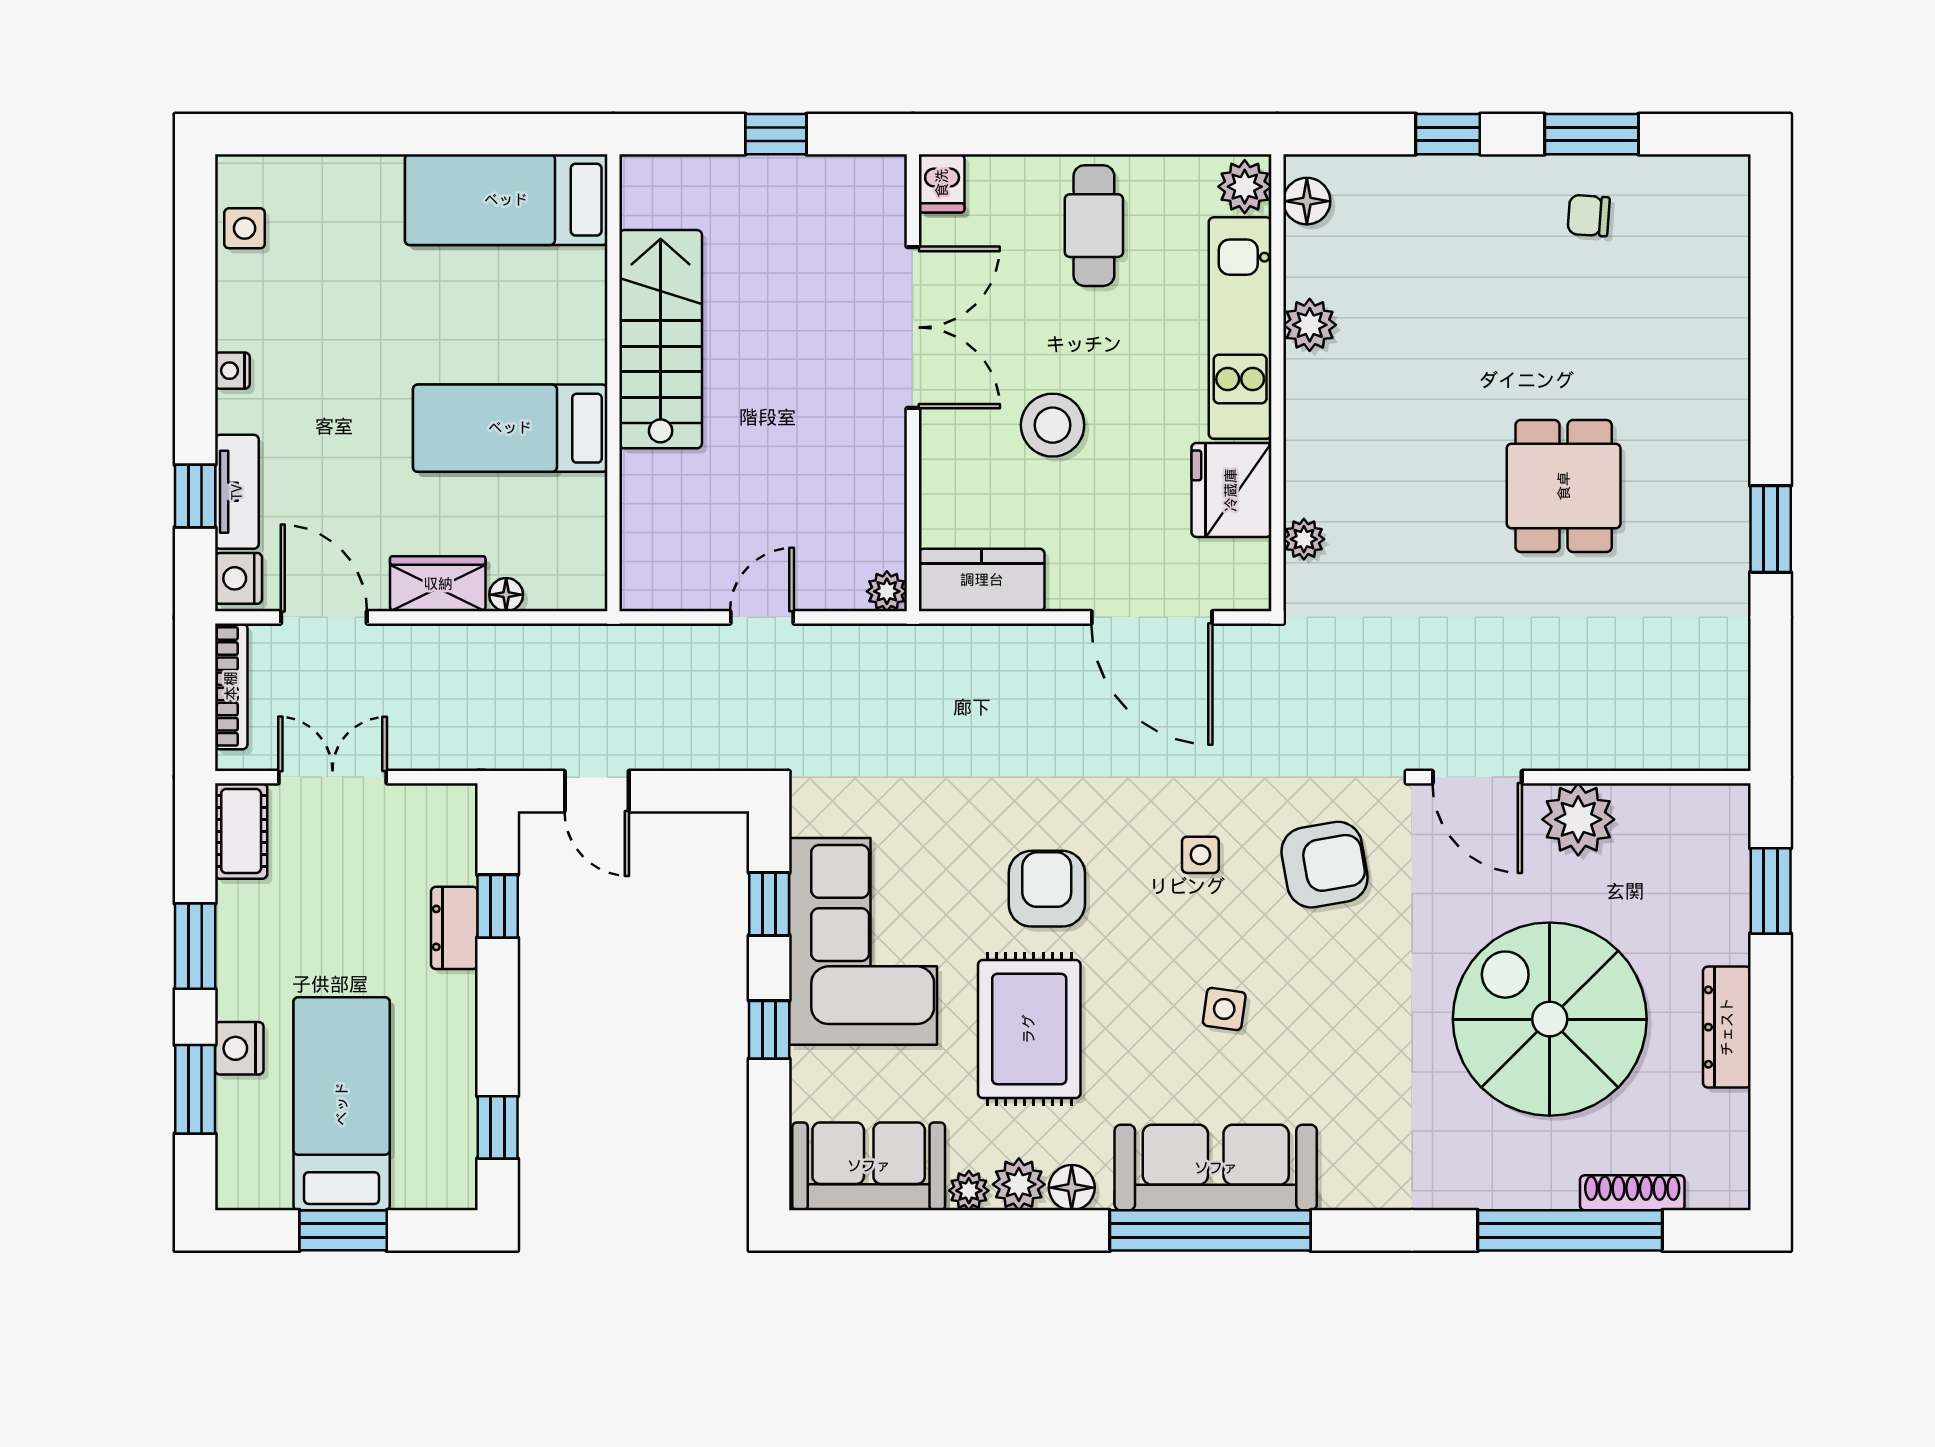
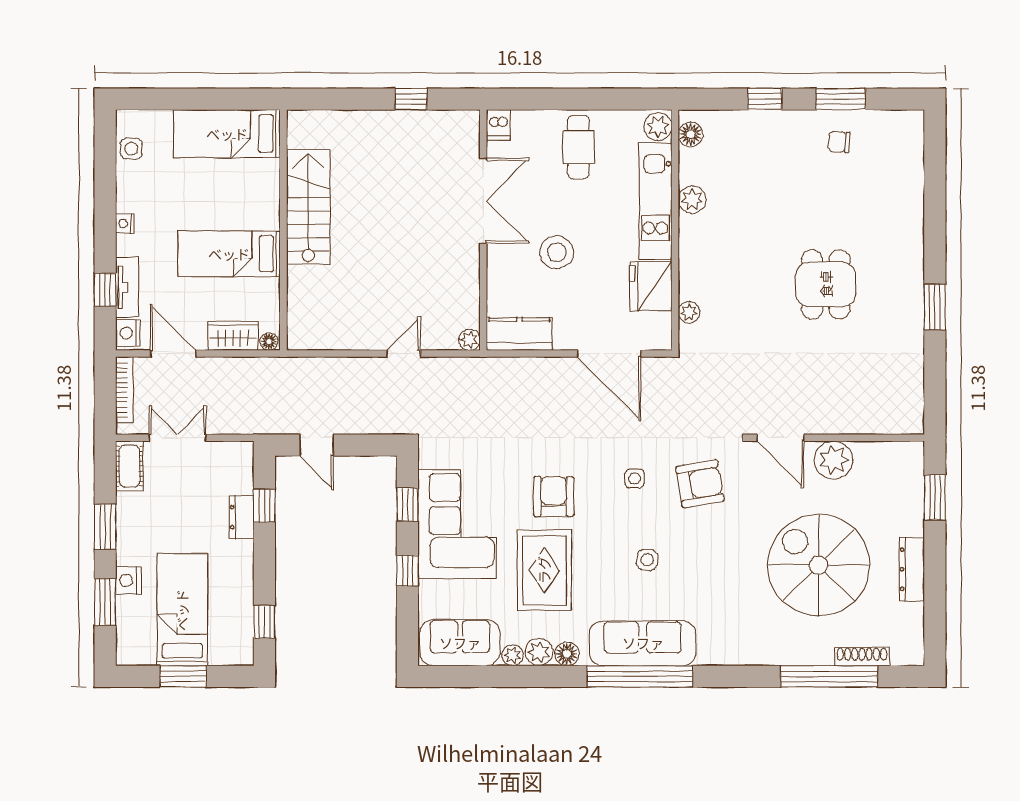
bed: (506, 200) -> (227, 134), moved
stairs: (661, 339) -> (308, 207), moved
wall: (613, 383) -> (283, 230), moved
bed: (510, 428) -> (229, 254), moved

